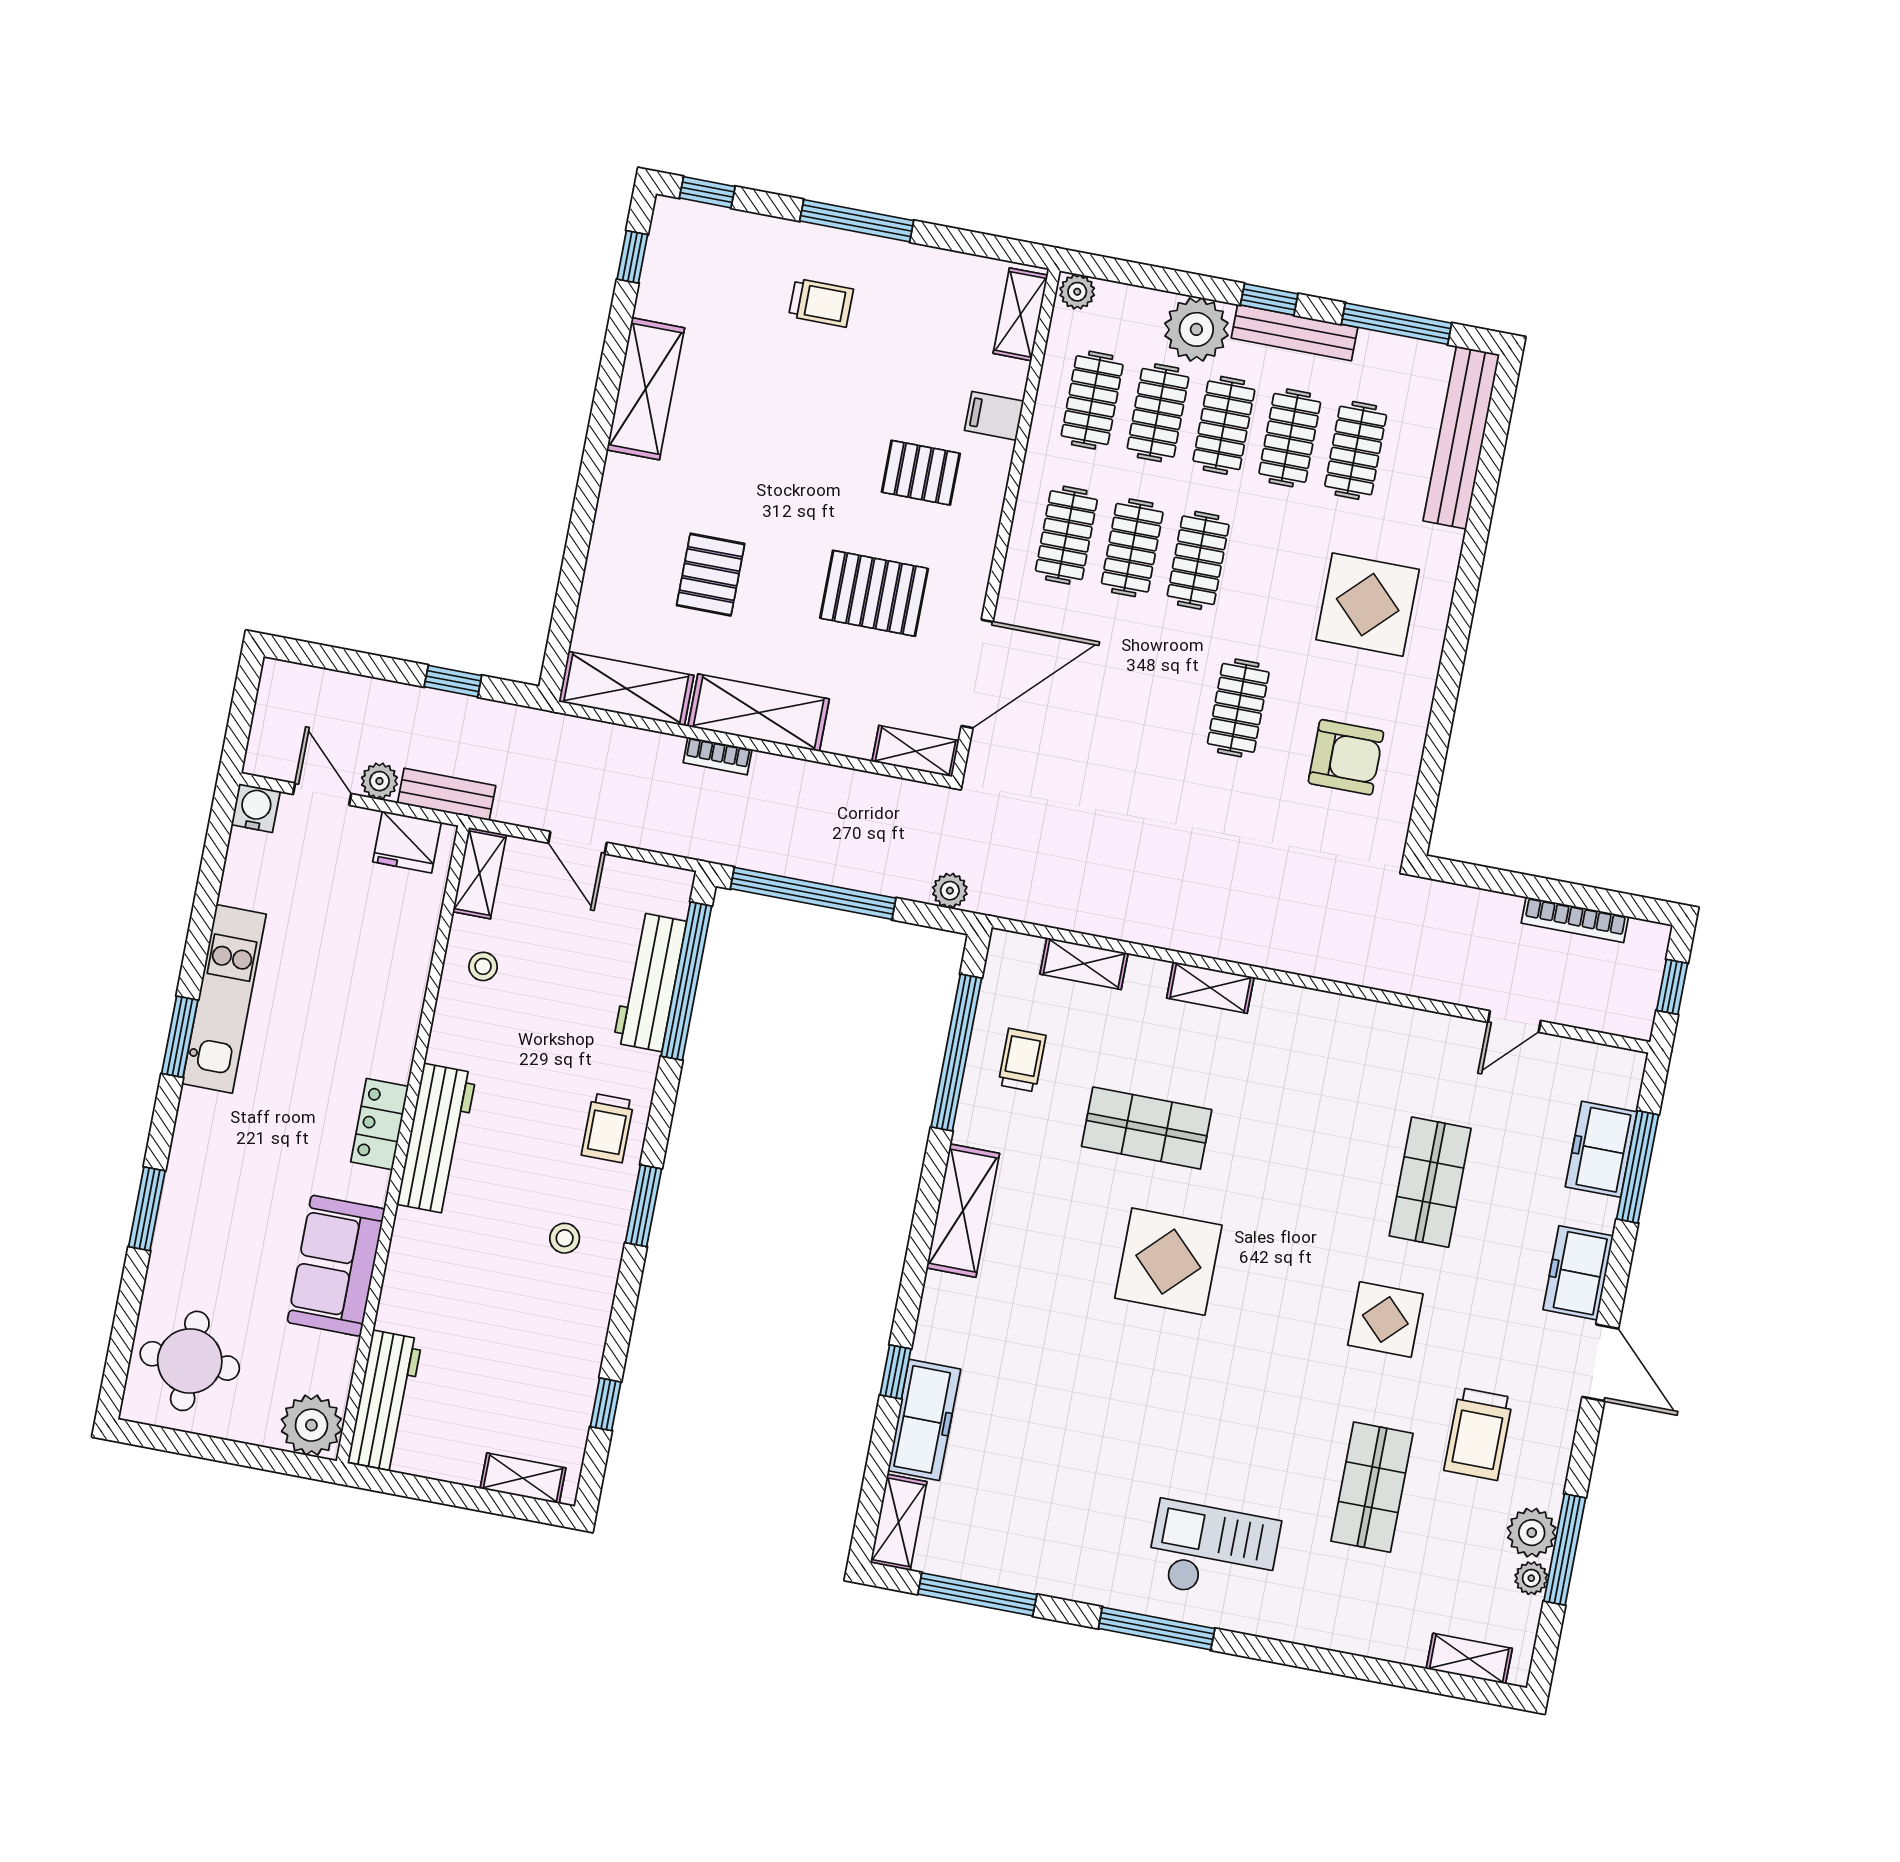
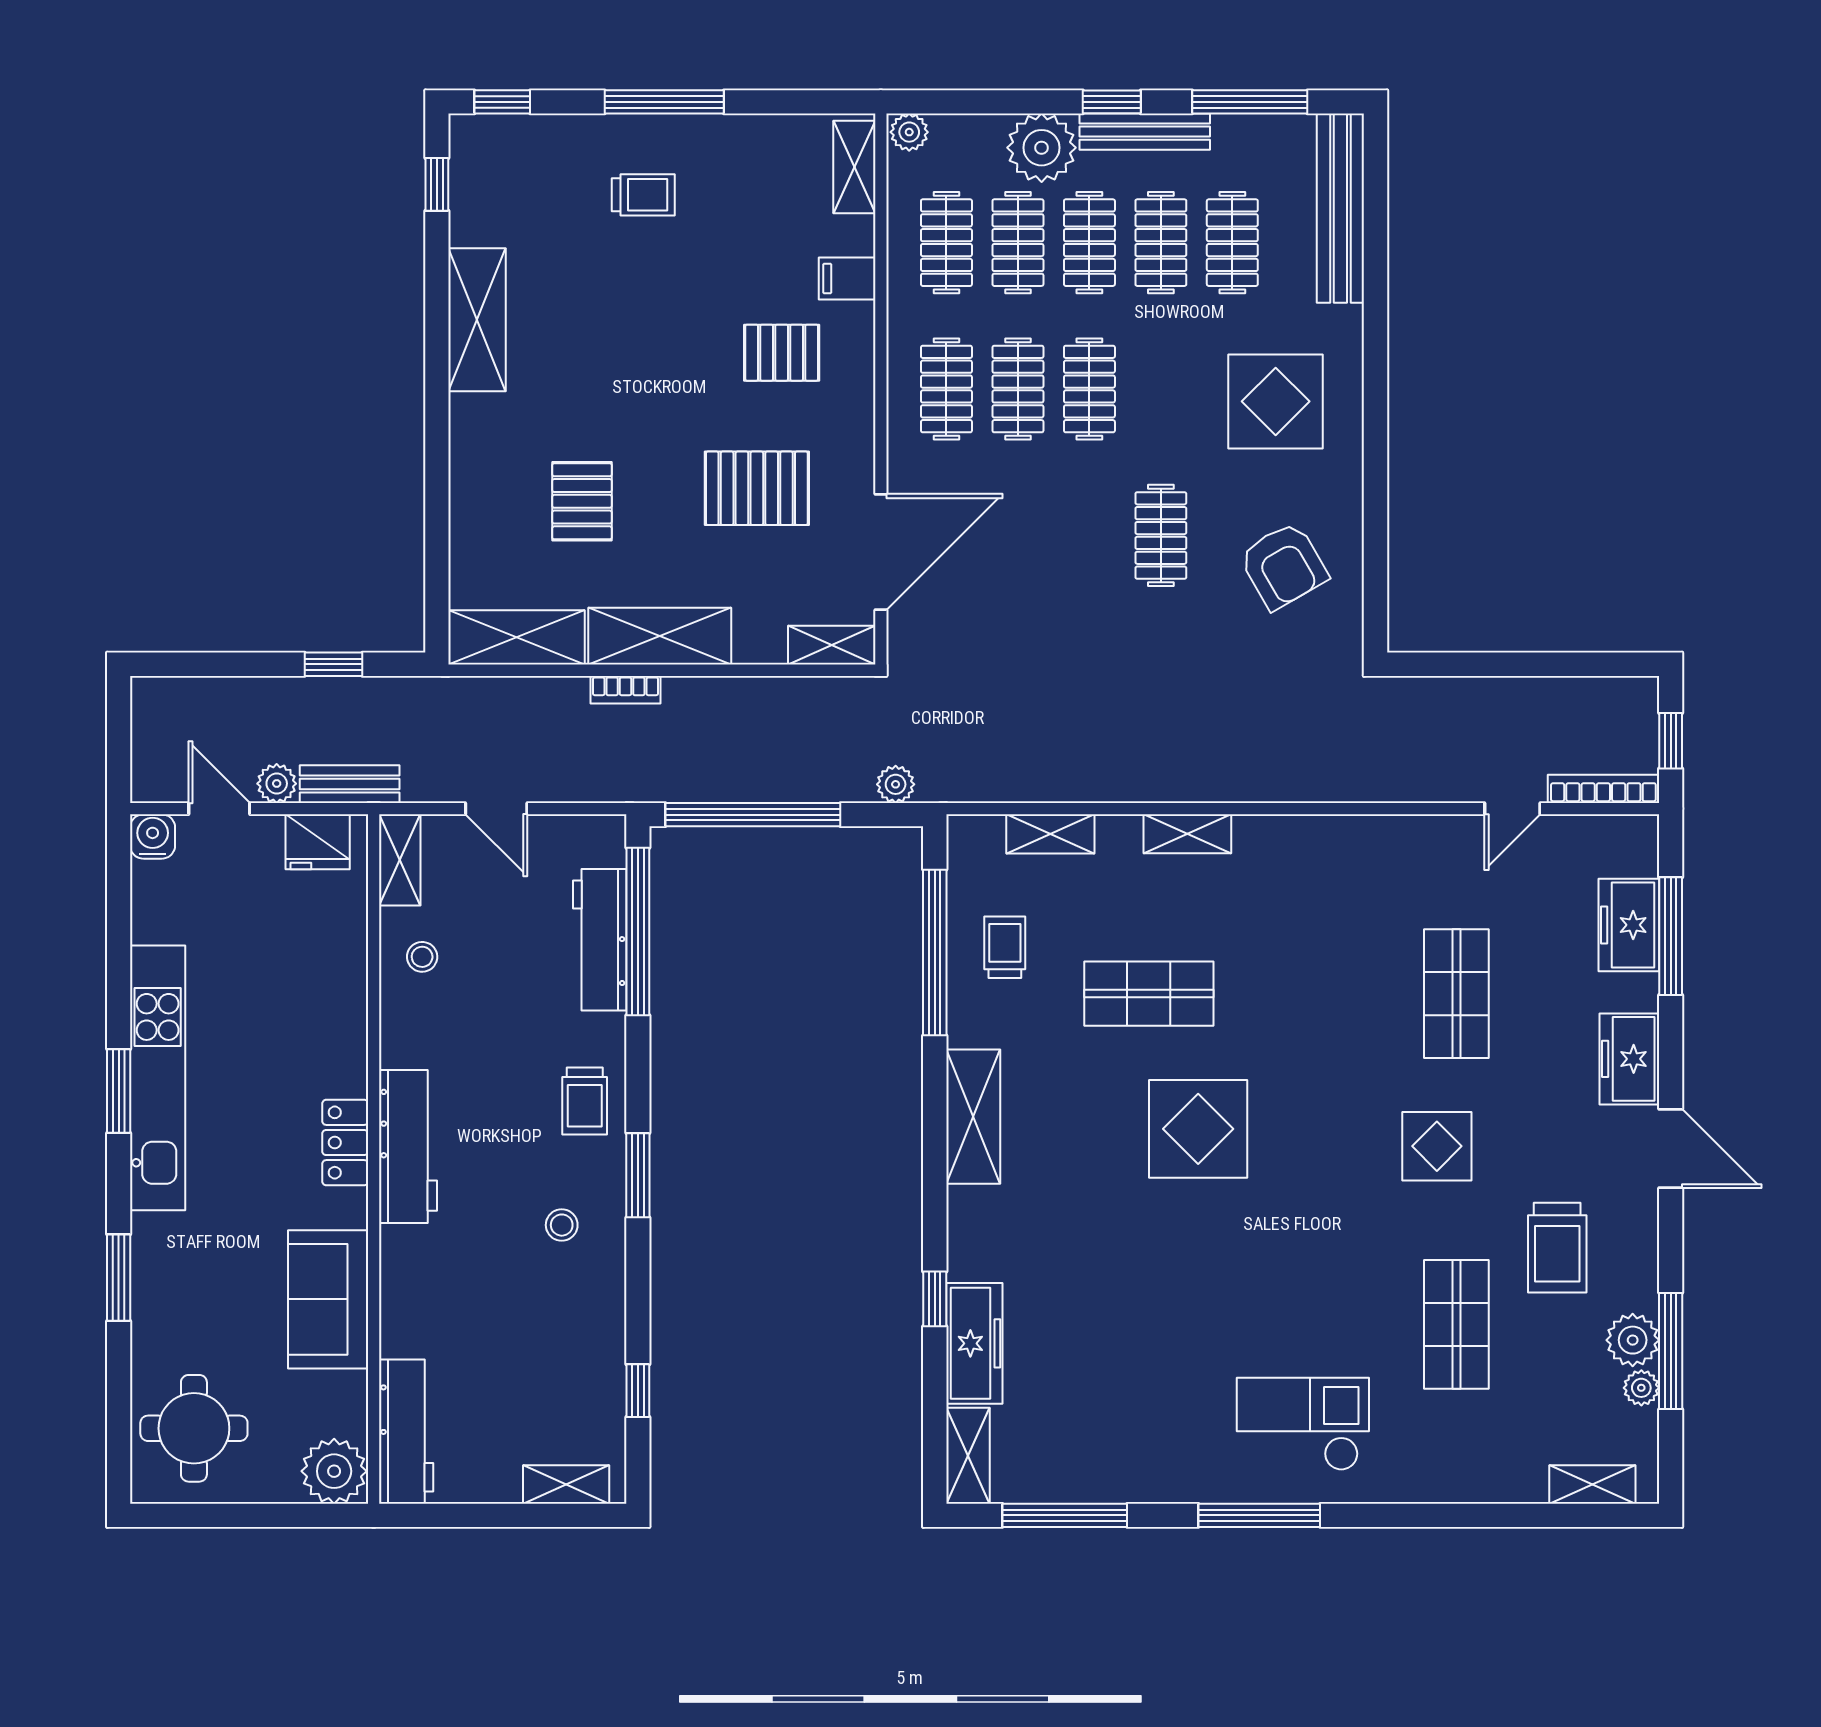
armchair: (1346, 757) -> (1283, 566), turned 60
bookcase: (1575, 920) -> (1603, 789), moved, turned 180
kitchen unit: (224, 999) -> (158, 1078), width x1.36

